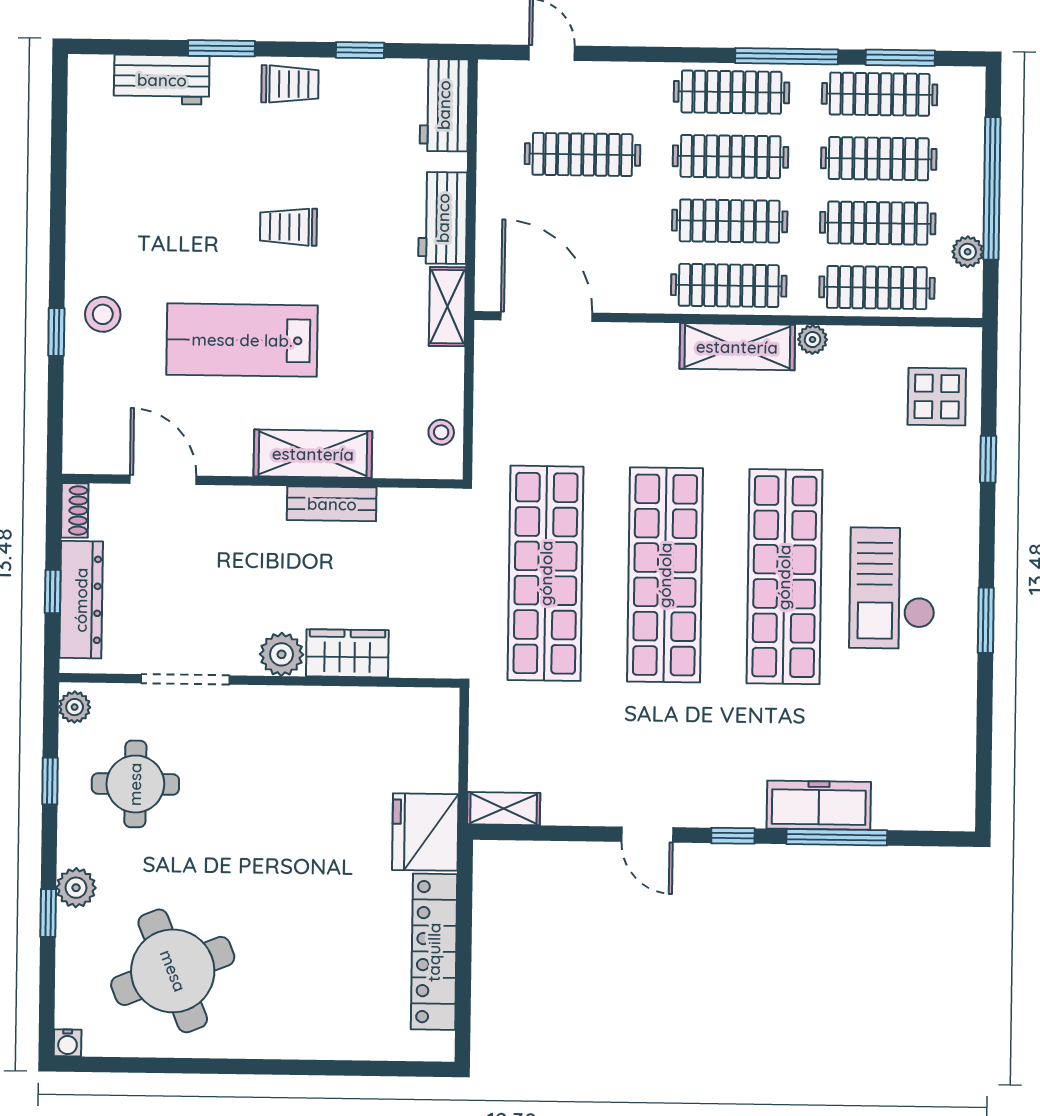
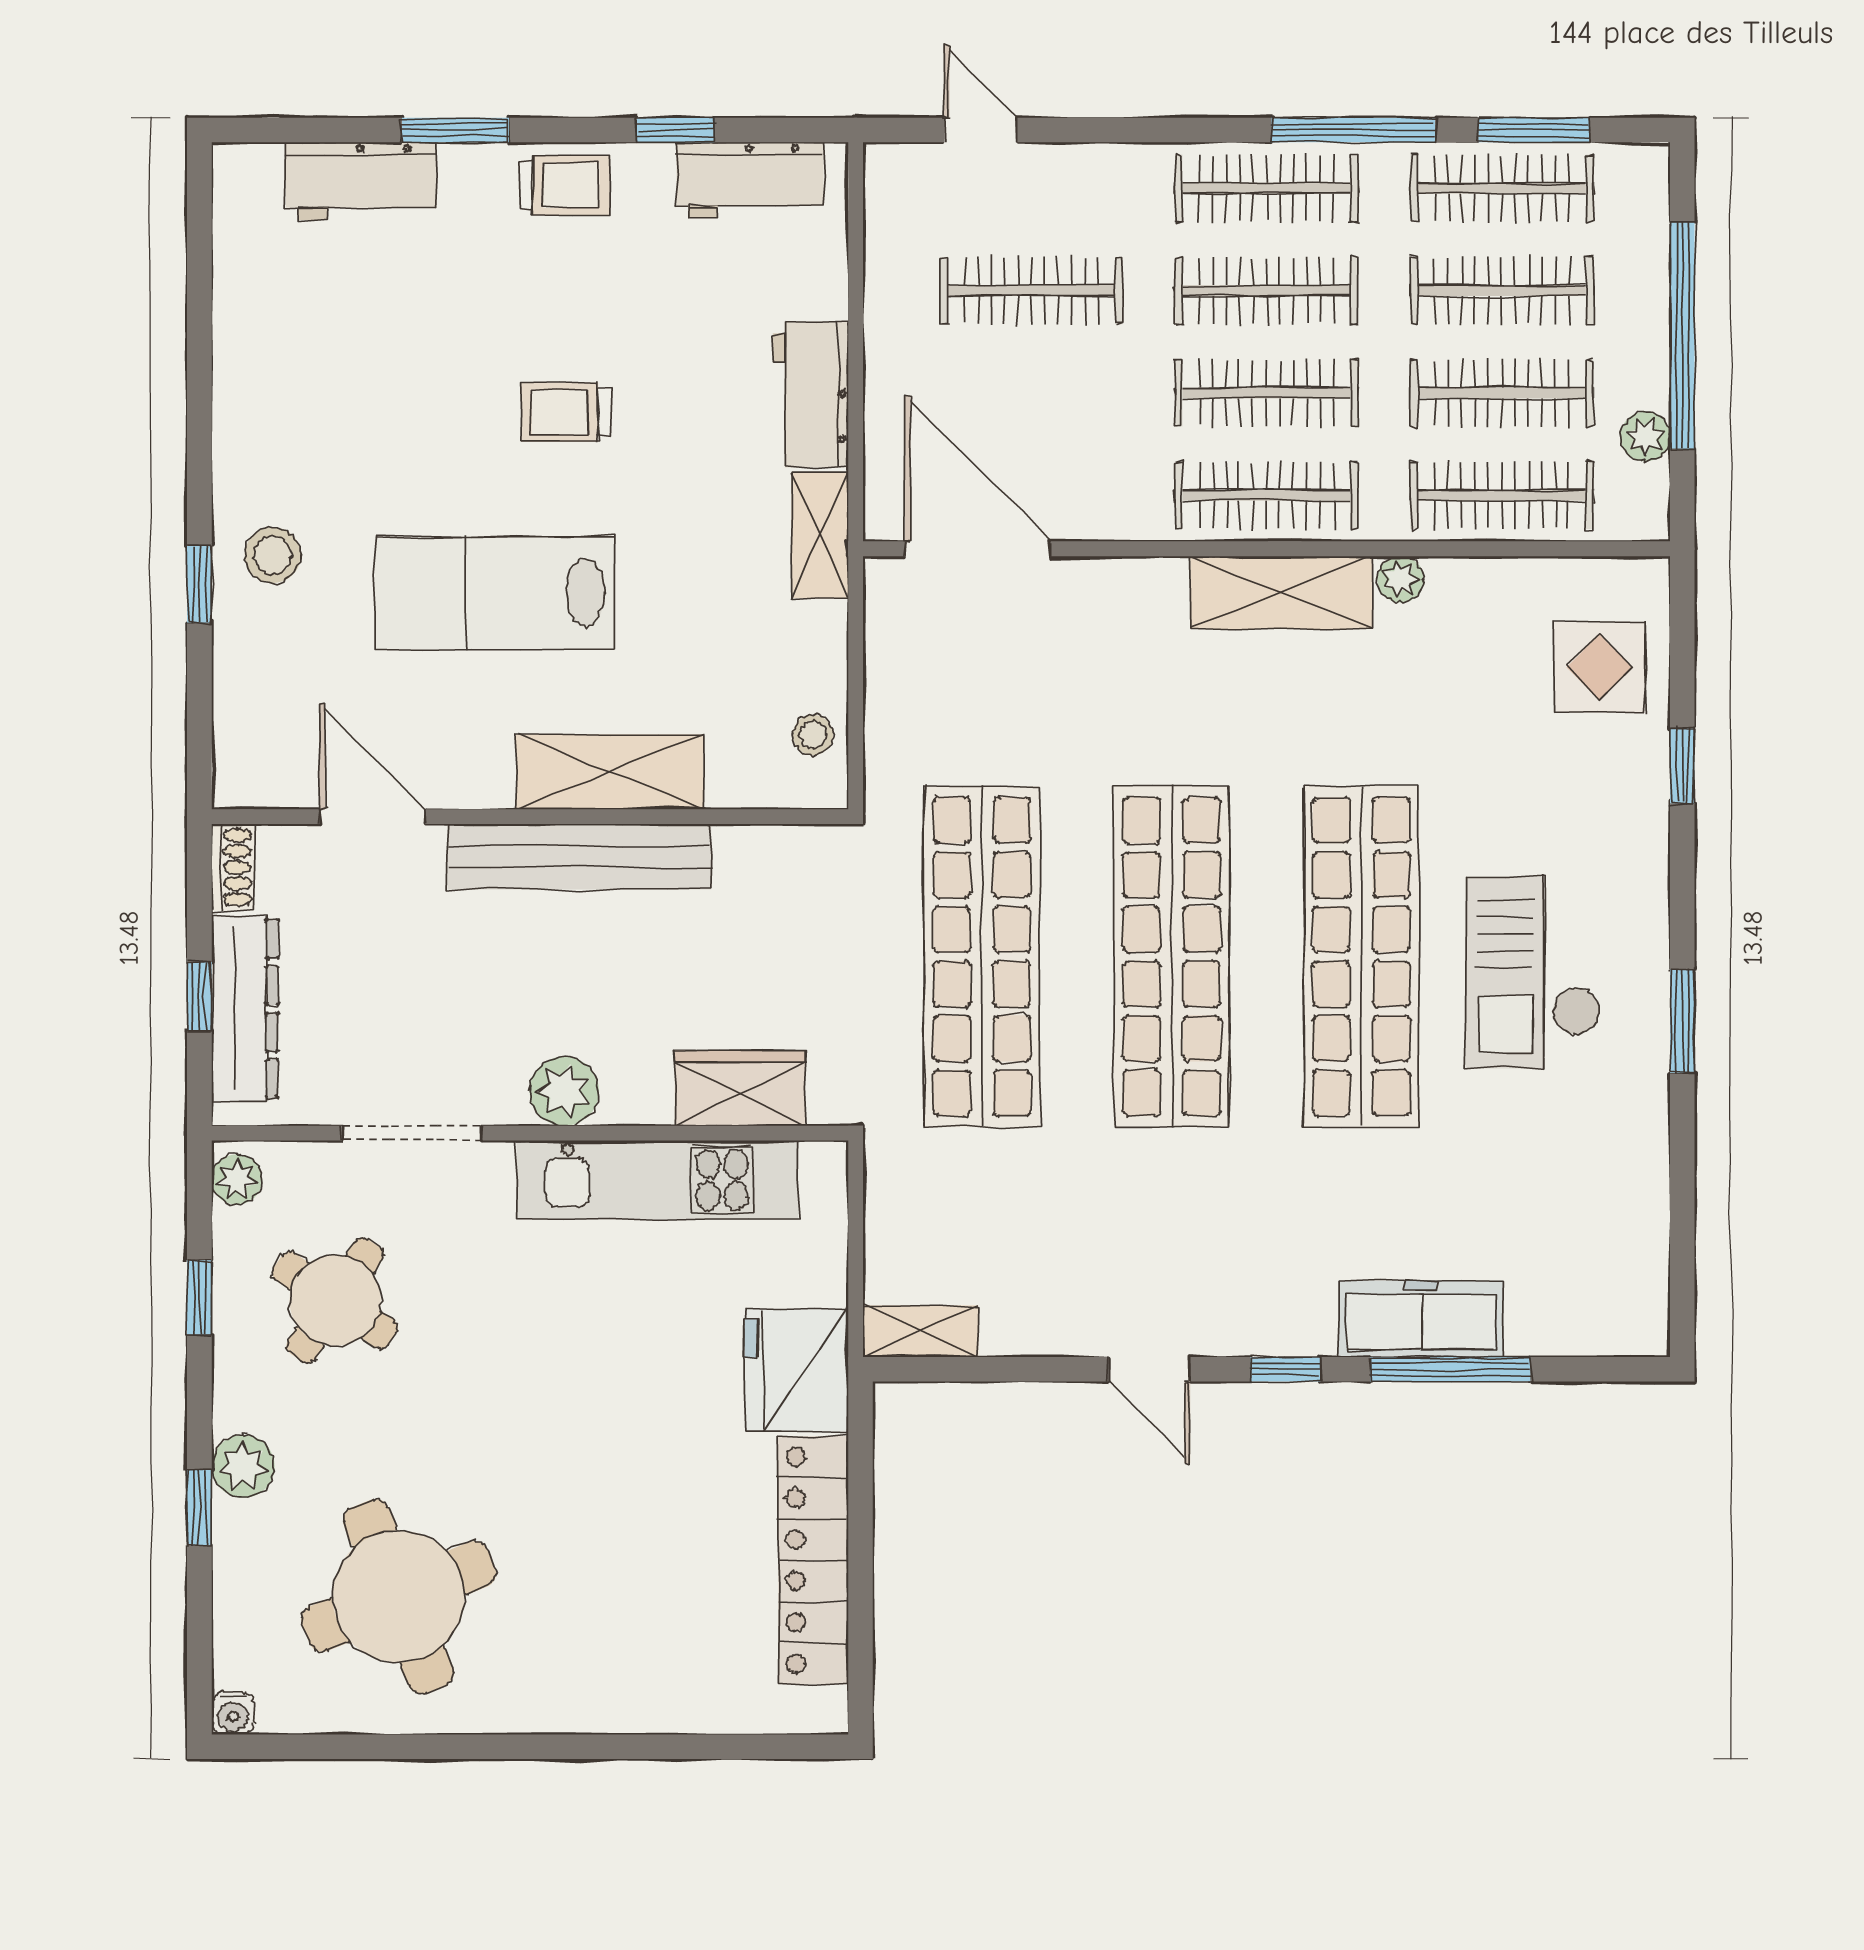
workbench: (444, 105) -> (750, 180), moved, turned -90
bench: (332, 504) -> (579, 857), width x1.86, depth x1.21
wardrobe: (347, 653) -> (740, 1088), moved
kitchen unit: (339, 711) -> (657, 1180), added
round table: (135, 784) -> (335, 1300), turned 34

